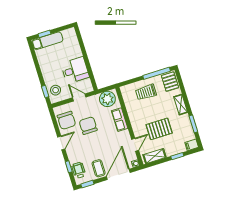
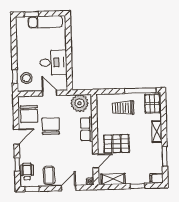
exam couch: (47, 41) -> (45, 22), moved
pallet: (159, 129) -> (116, 144), moved
door: (118, 174) -> (69, 188), width x0.53

